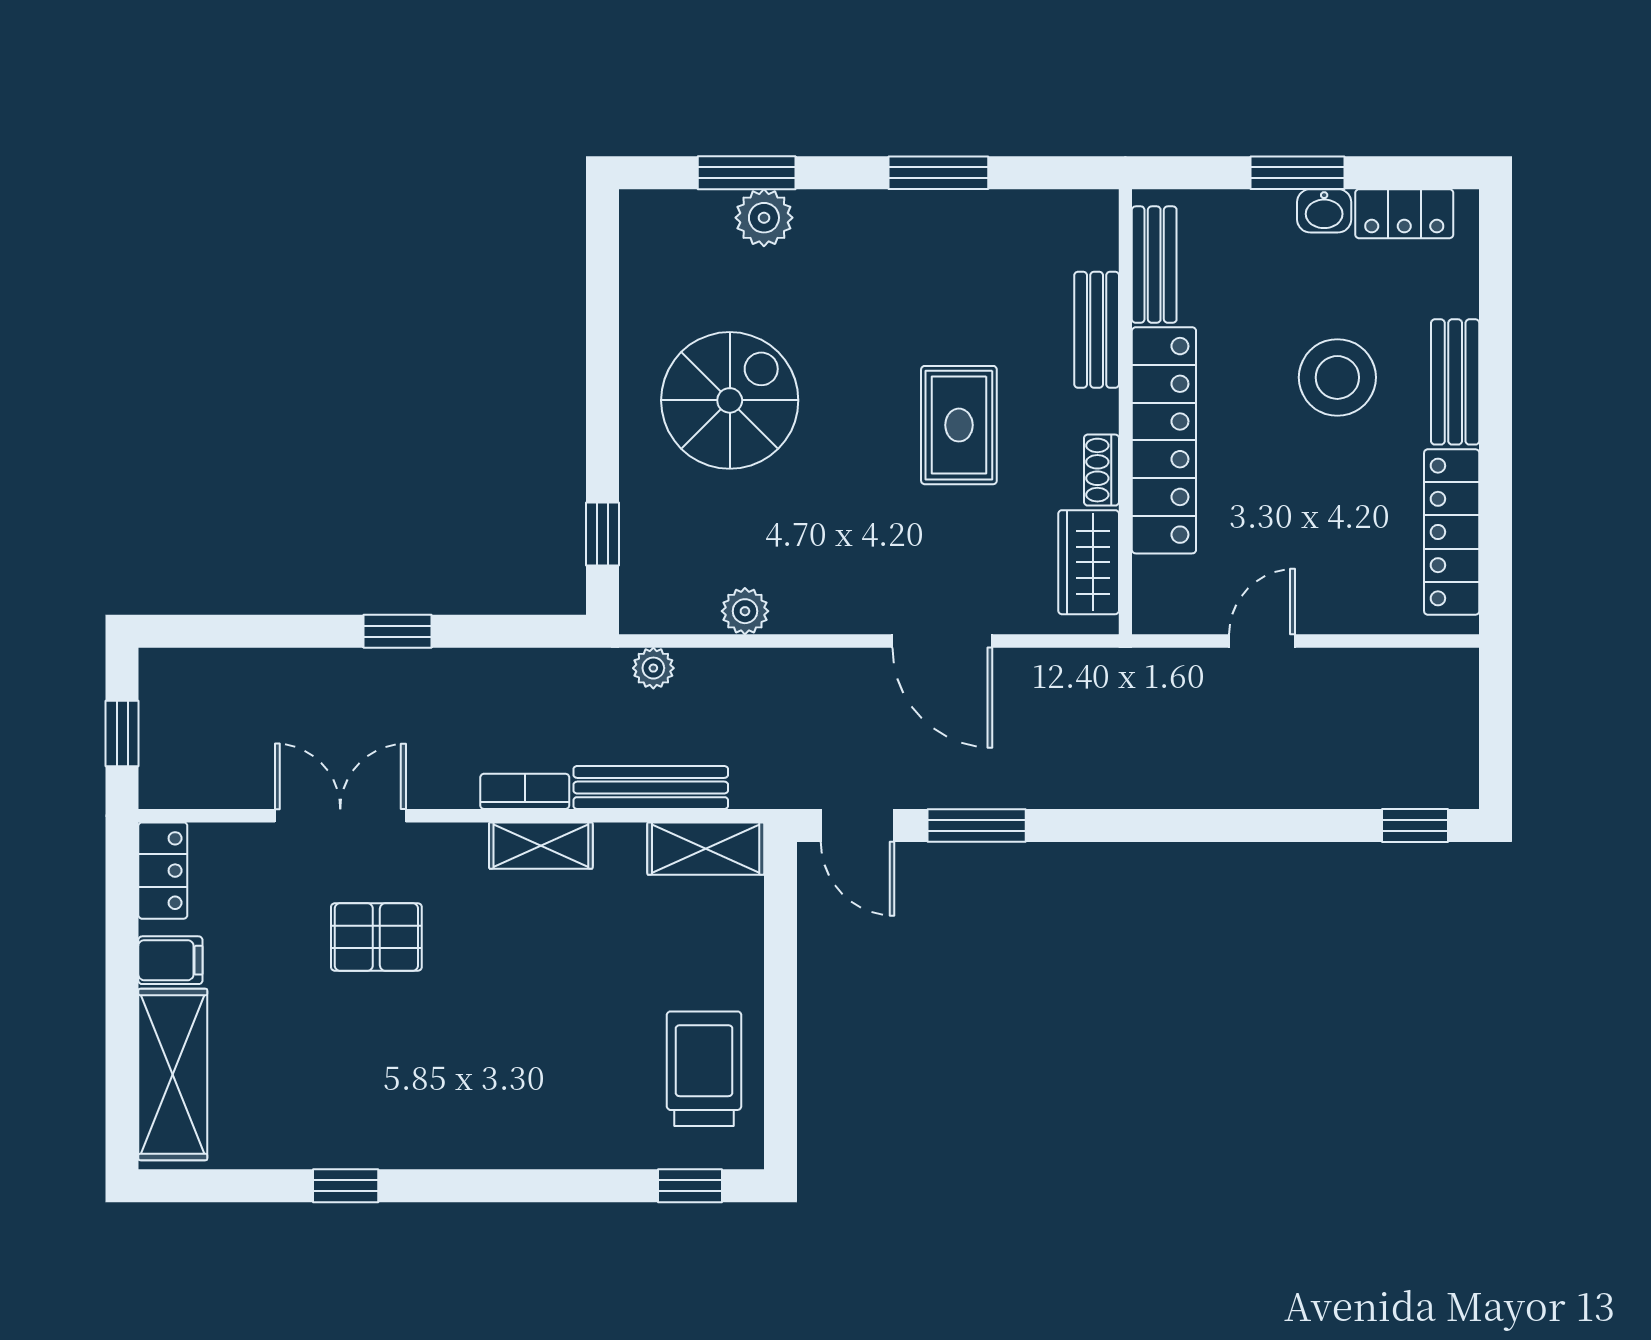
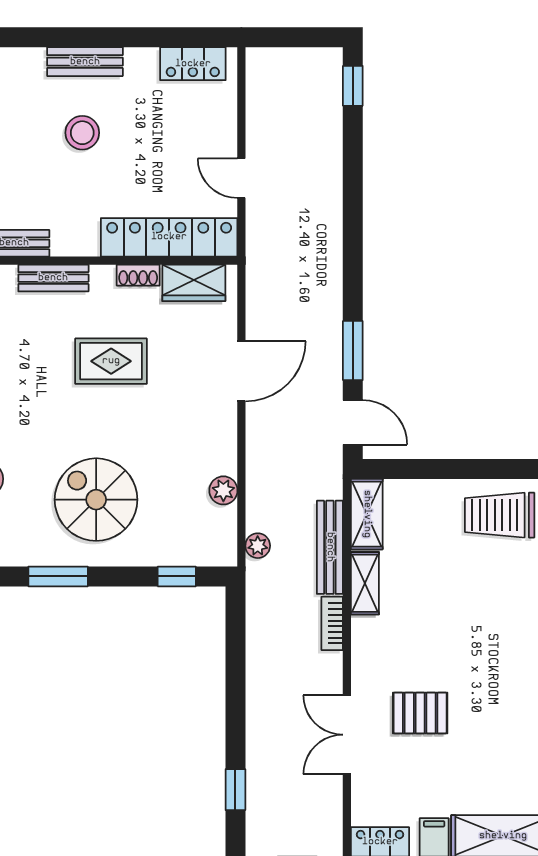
window: (602, 337) -> (58, 576), added
stool: (1337, 377) -> (82, 133), width x0.73, depth x0.73
locker: (1164, 440) -> (169, 237), moved
locker: (1452, 532) -> (193, 64), width x0.66
window: (398, 631) -> (235, 790), moved
door: (858, 826) -> (353, 422), hinge flipped
shelving: (541, 846) -> (365, 583), moved
pallet: (376, 937) -> (420, 713), turned 90

